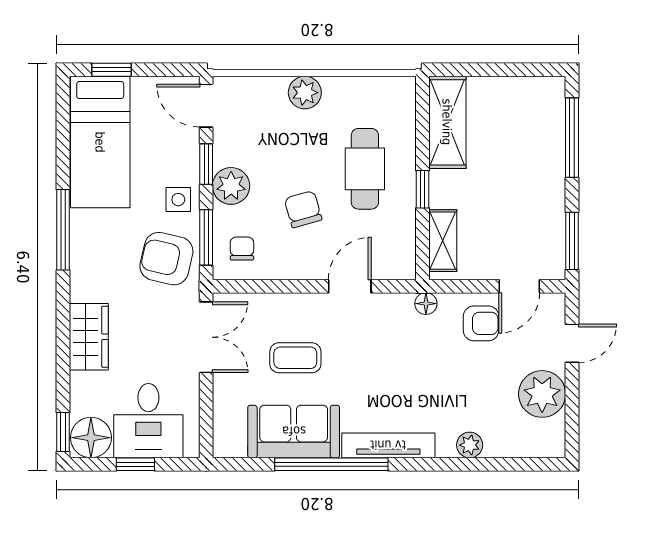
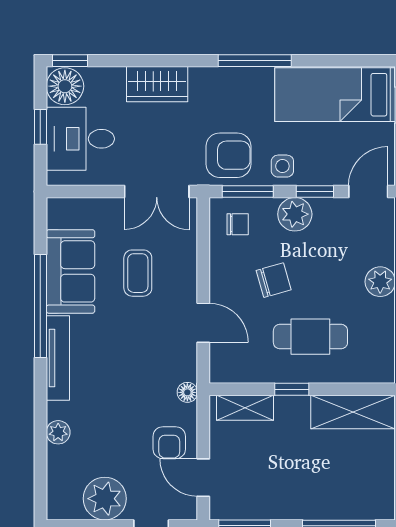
armchair: (166, 259) -> (228, 155), turned 77

